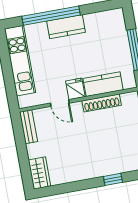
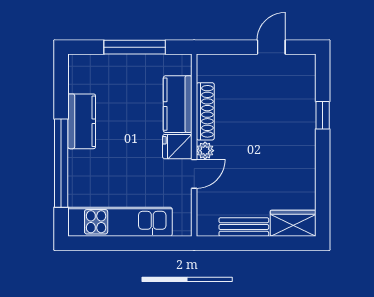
kitchen counter: (66, 27) -> (82, 121), moved
plant: (76, 107) -> (205, 151), added
bench: (28, 127) -> (244, 227), moved

